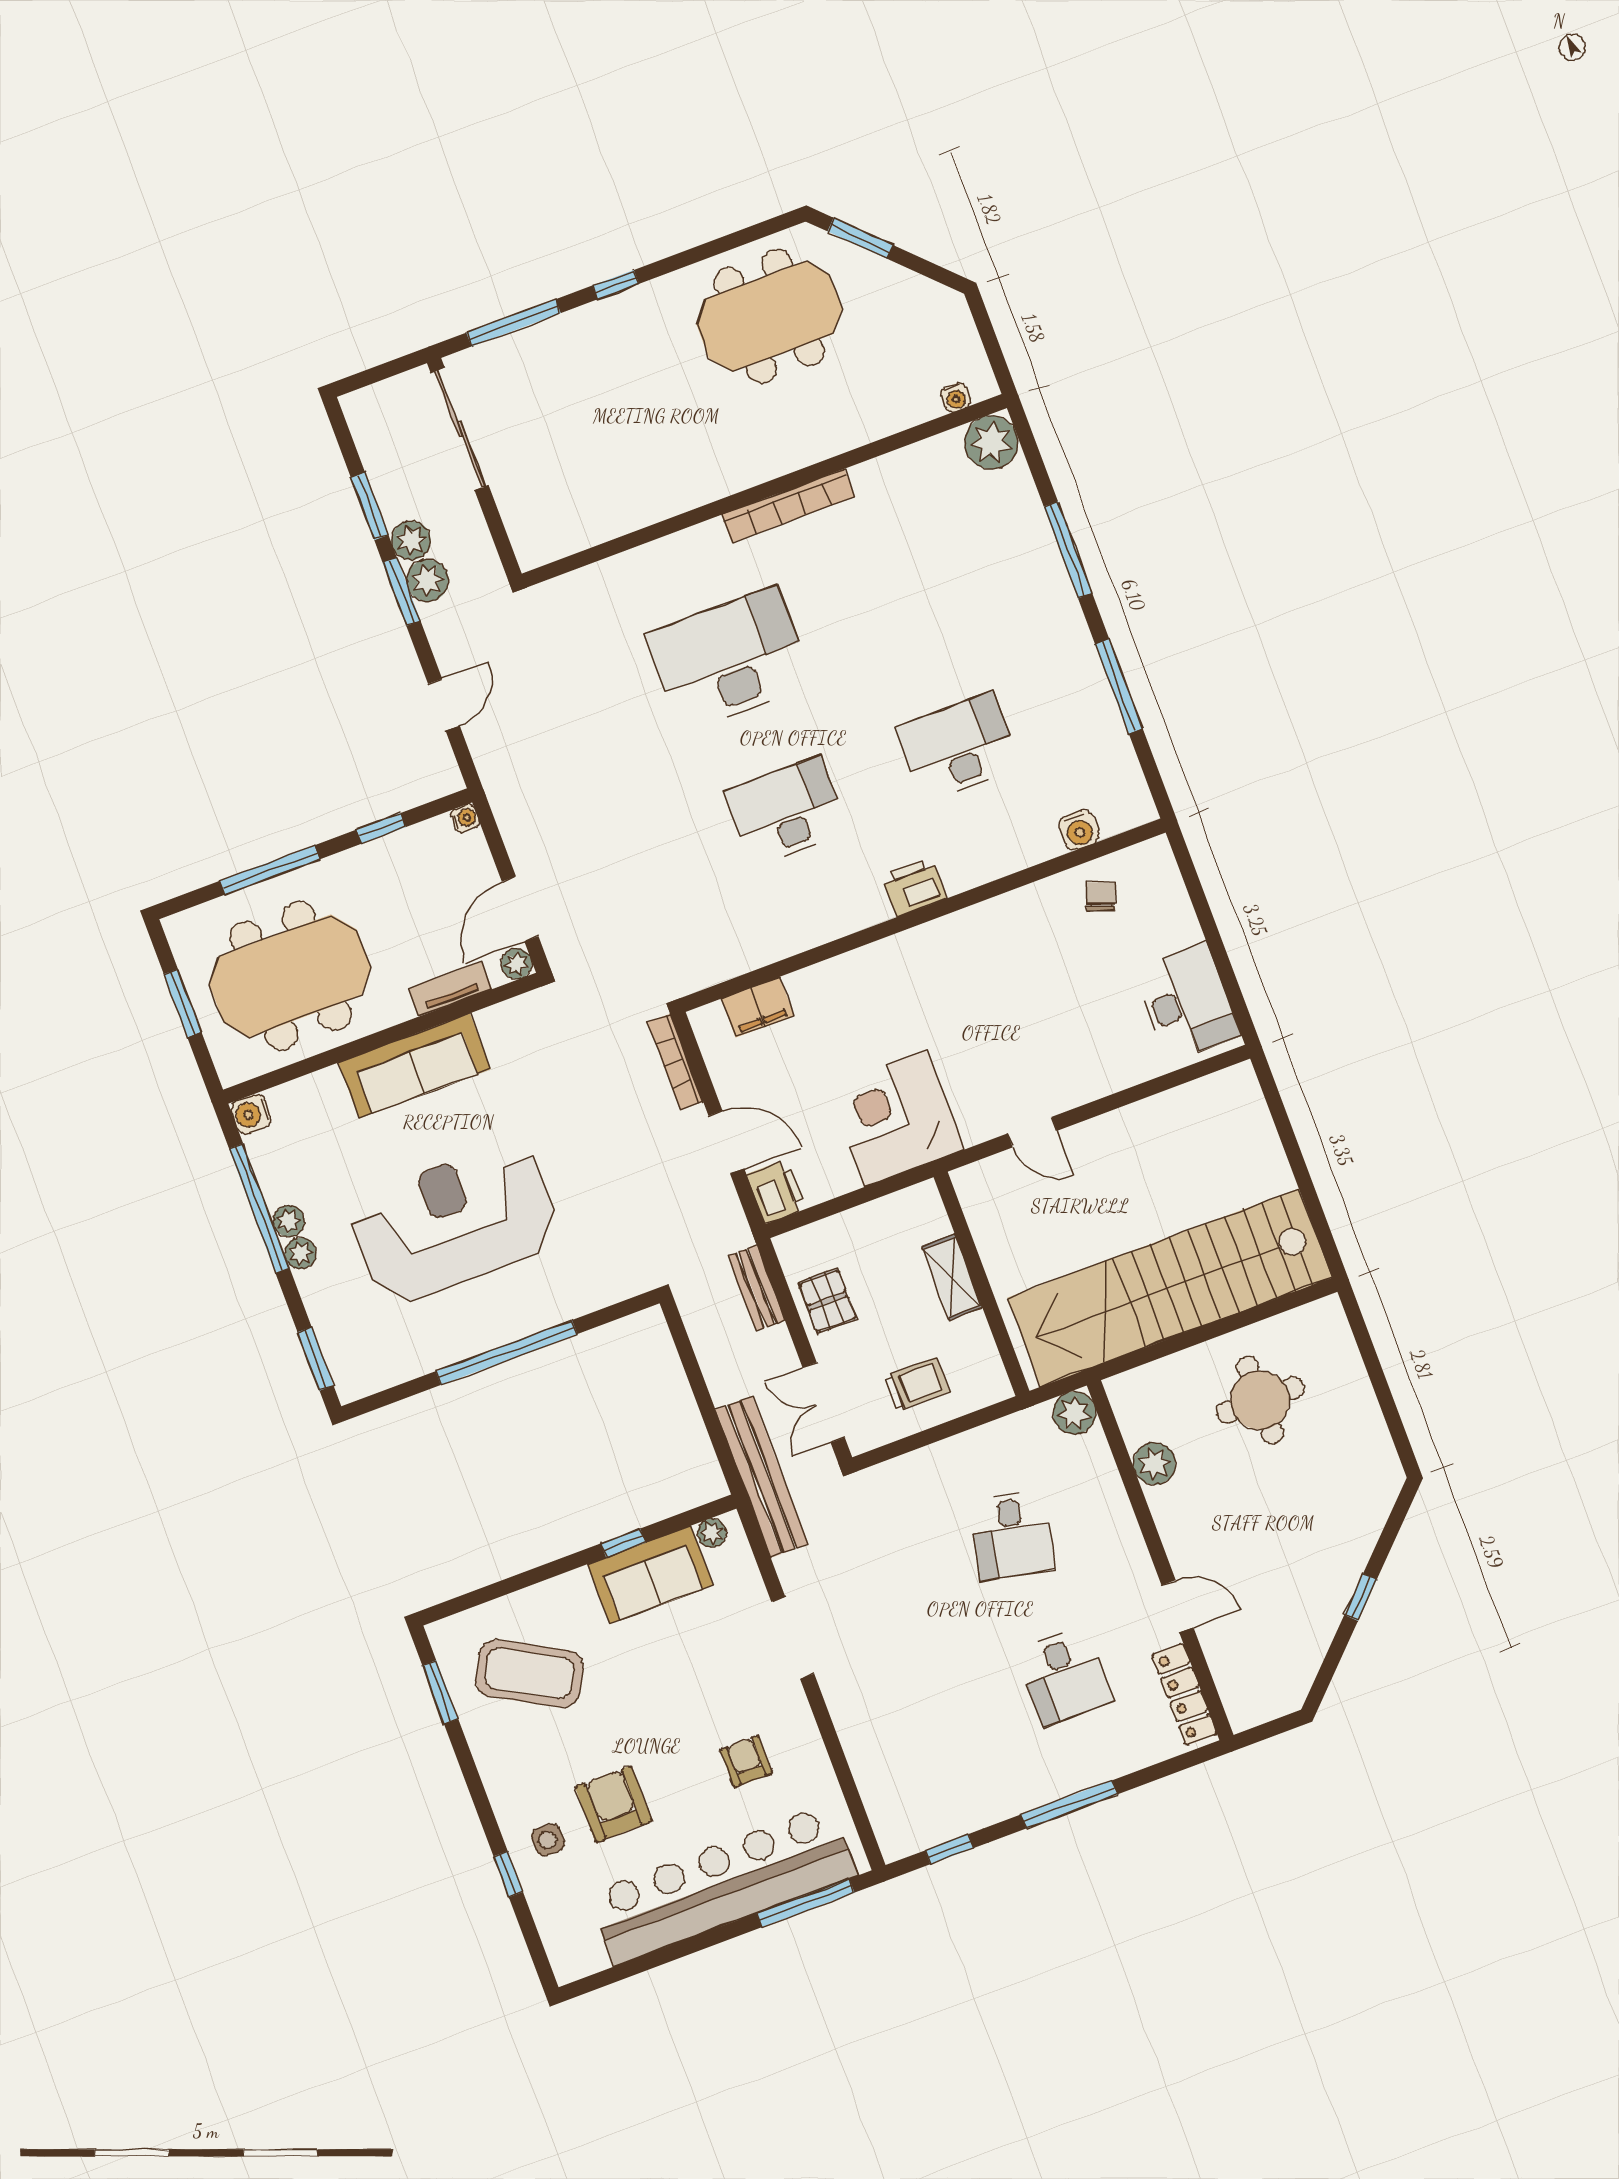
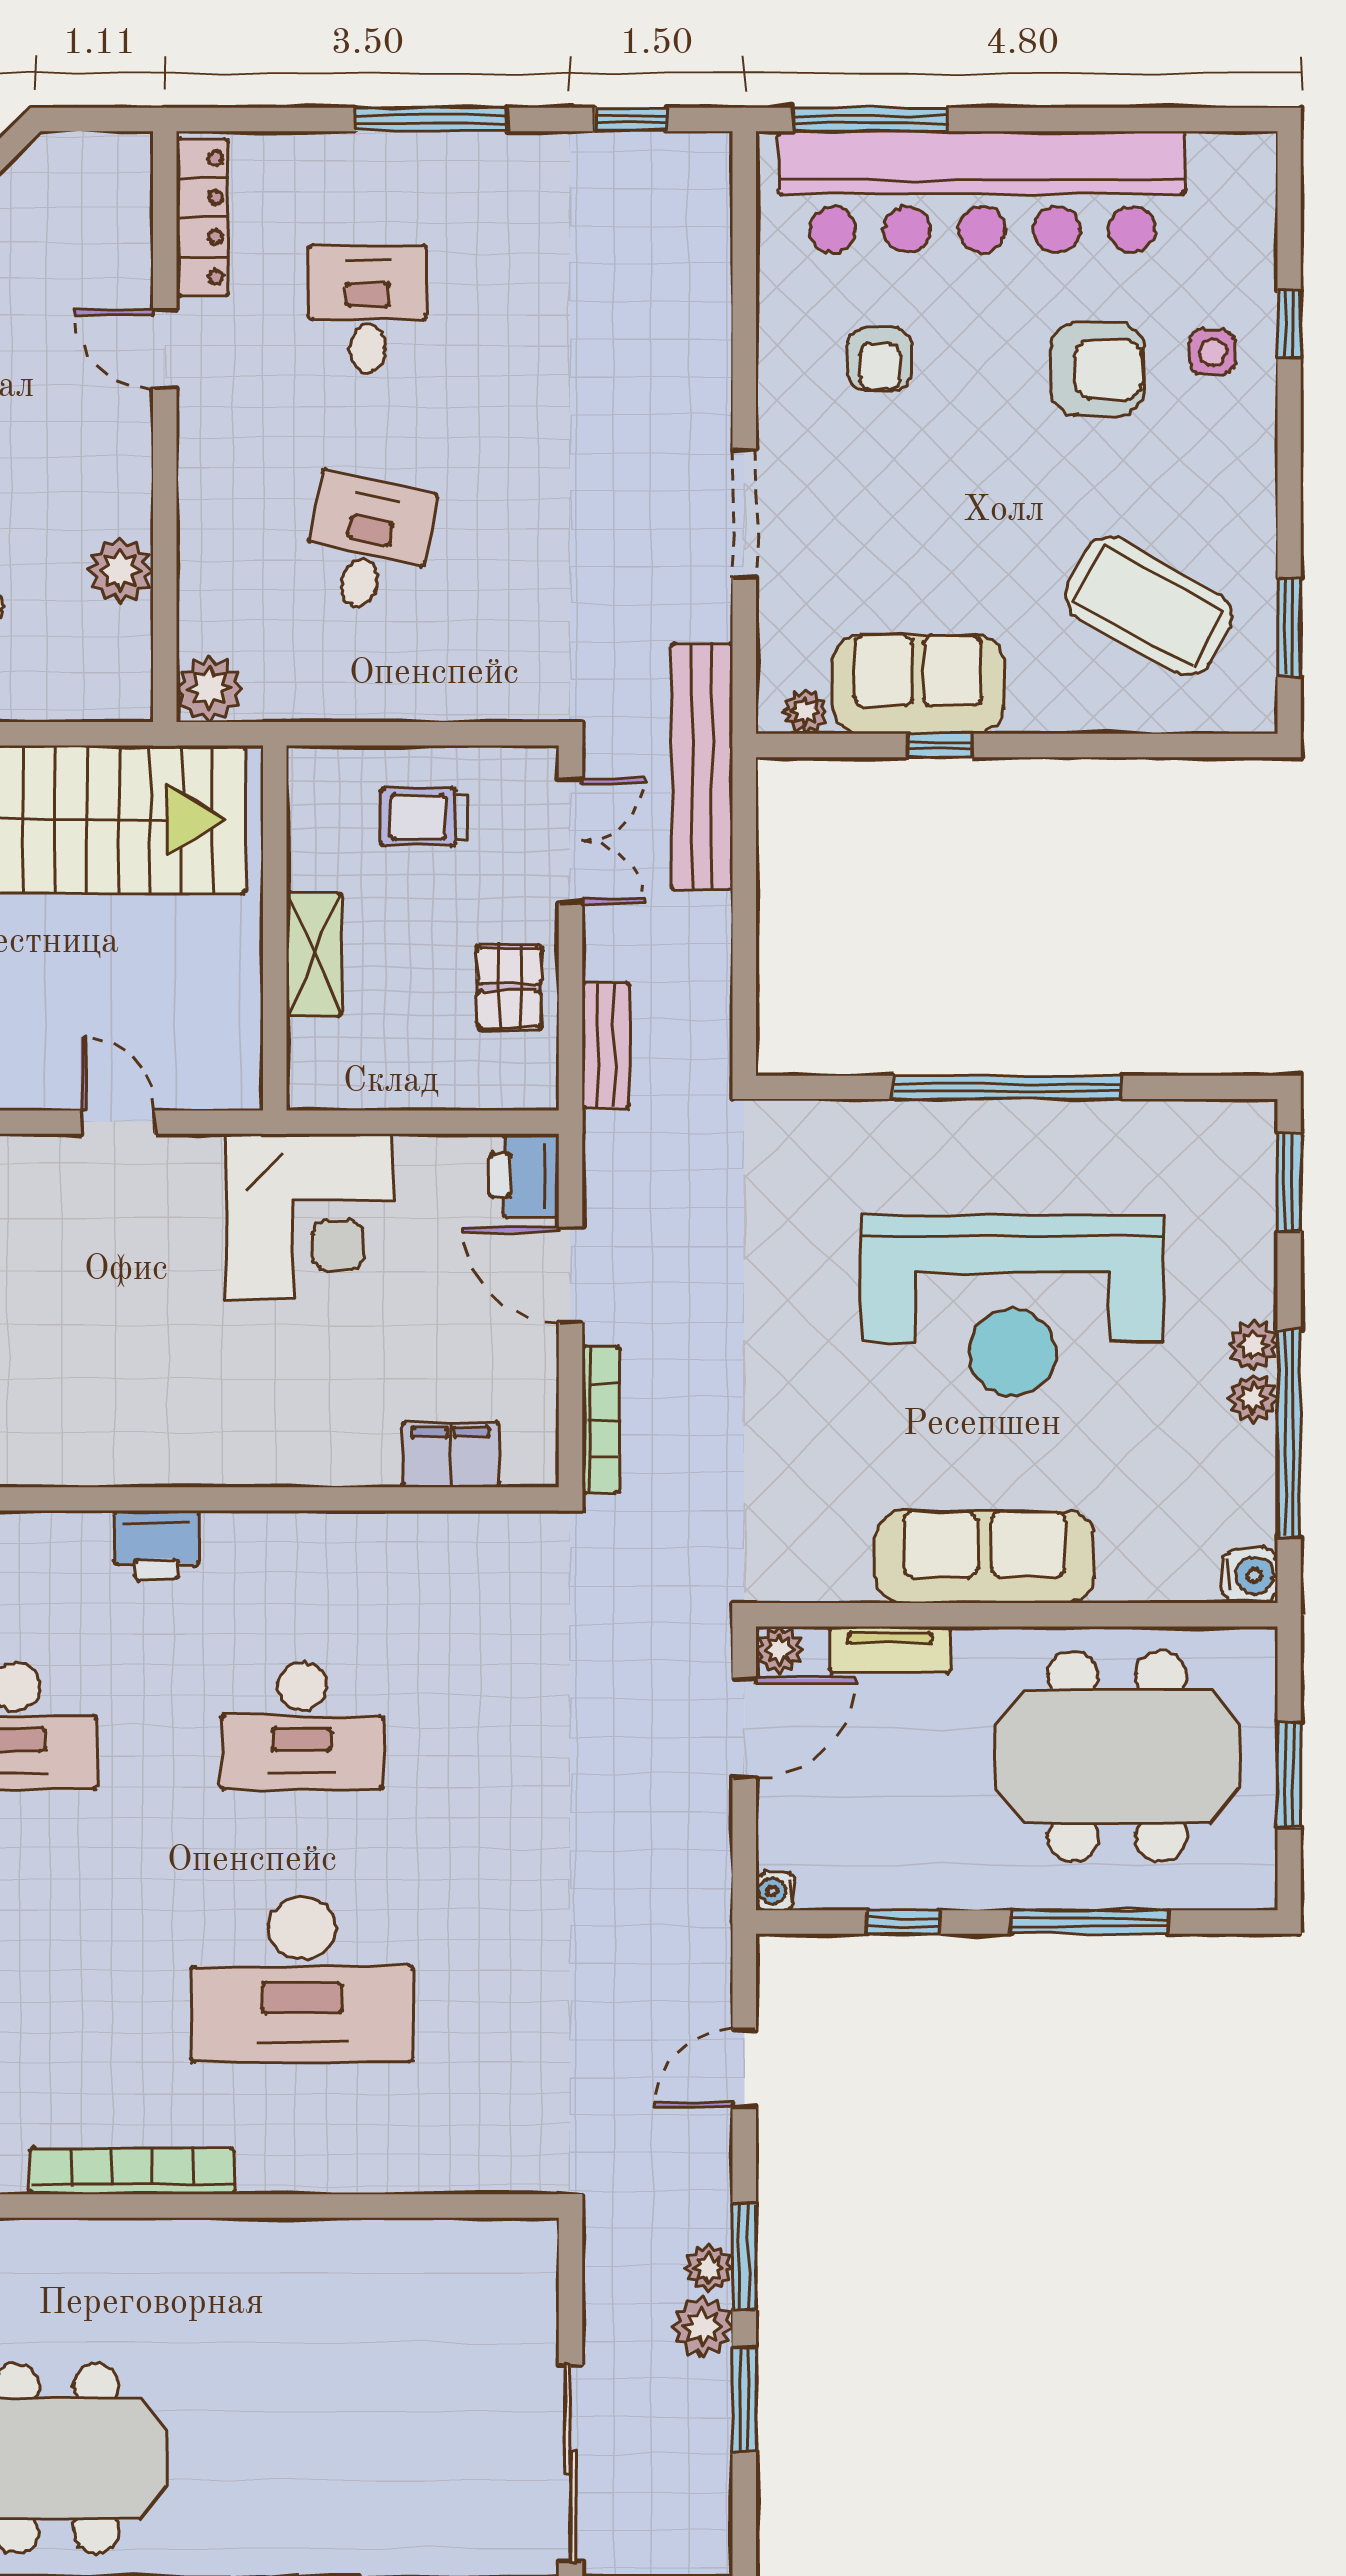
plant: (428, 580) -> (709, 2268), width x0.73, depth x0.73
armchair: (613, 1804) -> (1097, 369), turned -90

